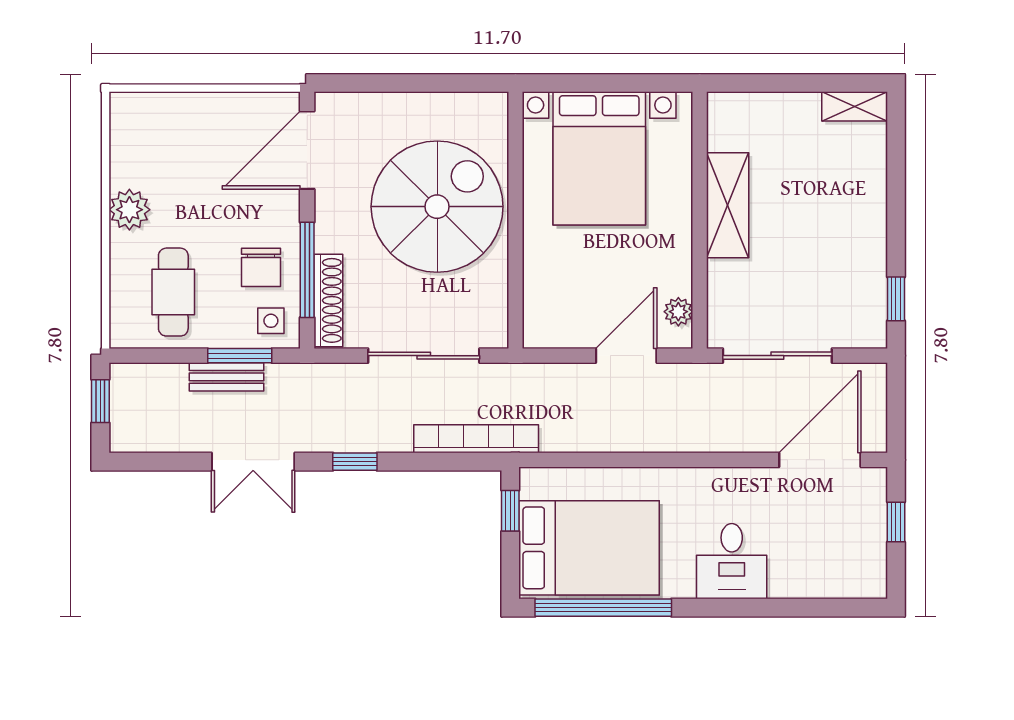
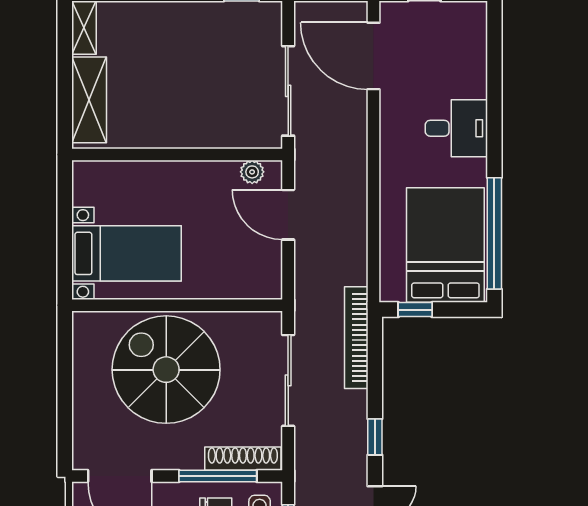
bed with nightstands: (599, 158) -> (127, 253), width x0.73
shelving: (728, 205) -> (89, 100), moved, turned 90

